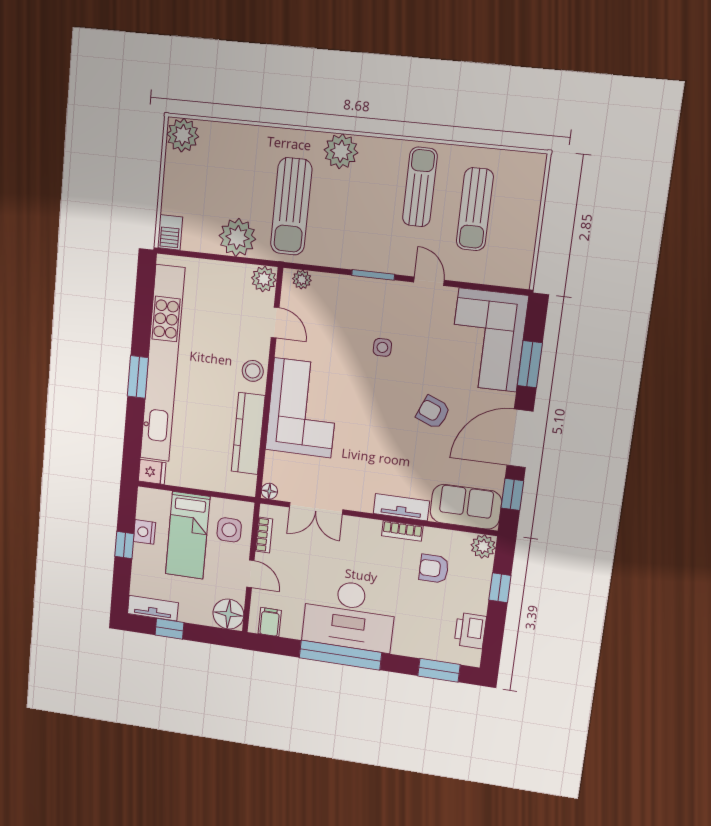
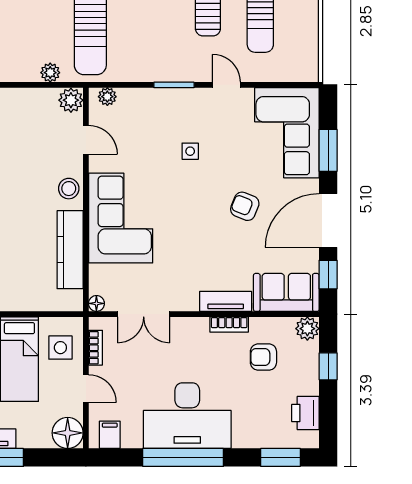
plant: (237, 237) -> (50, 73), width x0.53, depth x0.53

